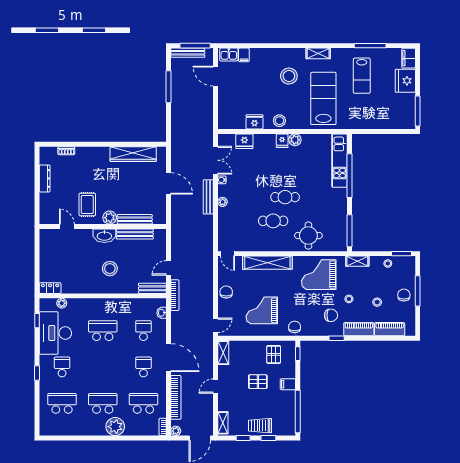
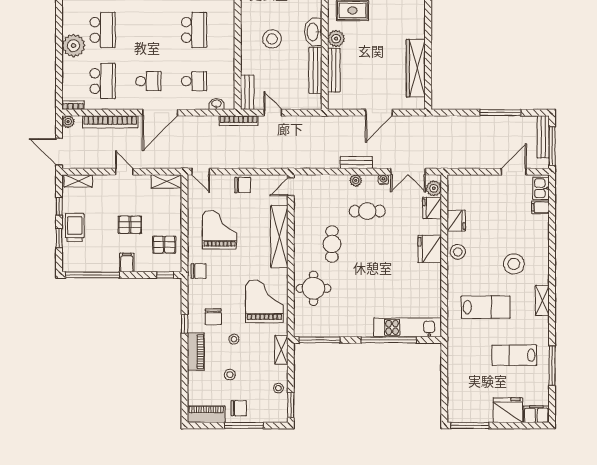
lab bench: (323, 98) -> (486, 307), width x0.73, depth x0.72
plant: (295, 140) -> (434, 188), moved
fridge: (282, 141) -> (430, 249), width x1.88, depth x1.34
bench: (208, 197) -> (356, 163), width x0.73
cafe table: (285, 197) -> (367, 211), moved, turned 90
piano: (390, 329) -> (206, 414), moved, turned -90
pallet: (258, 382) -> (130, 225), turned 90

